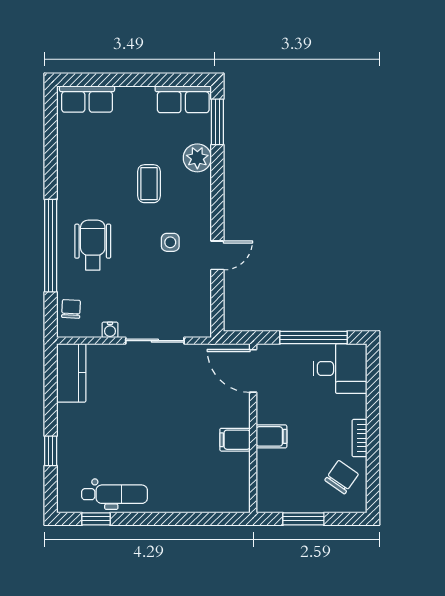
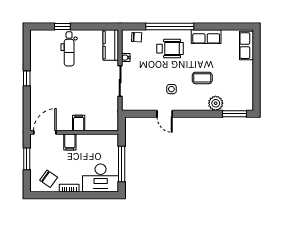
row of seats: (183, 99) -> (206, 37), moved, turned -90
desk: (340, 369) -> (101, 178), width x1.37
door: (253, 371) -> (45, 132), moved
kitchen counter: (71, 373) -> (111, 45), moved, turned 90
filing cabinet: (235, 440) -> (79, 123), moved
dental chair: (115, 494) -> (69, 49), moved
window: (96, 519) -> (27, 78), moved

